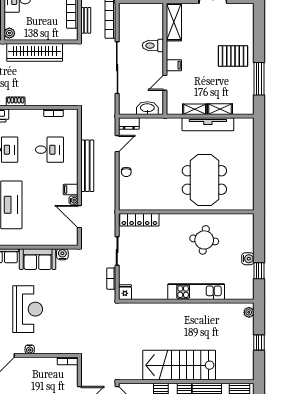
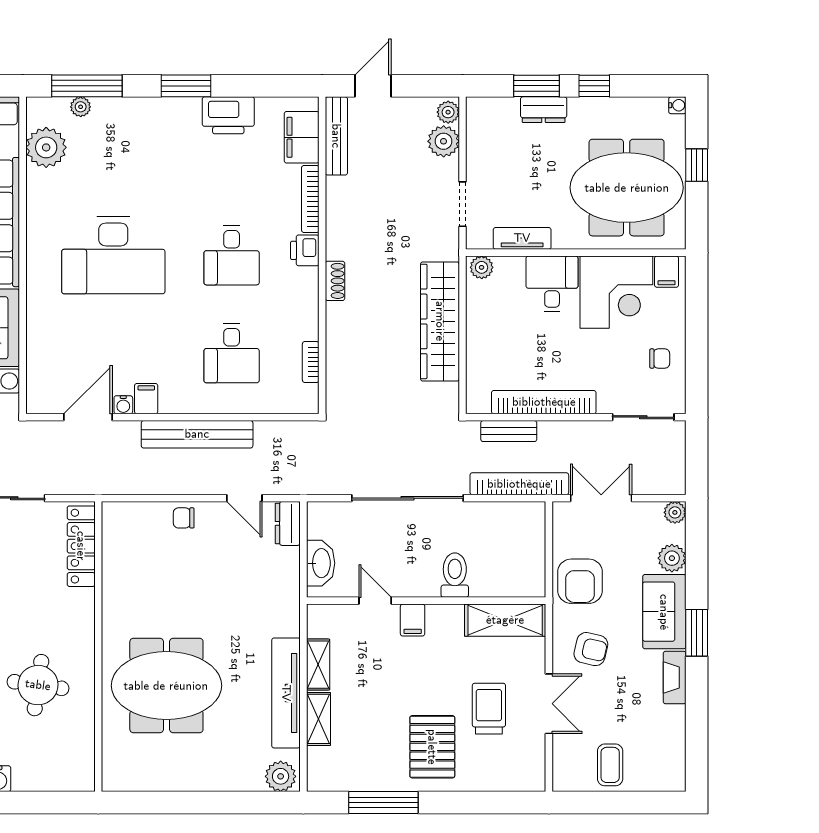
trolley: (215, 30) -> (489, 709), added
plant: (247, 127) -> (281, 776), added

